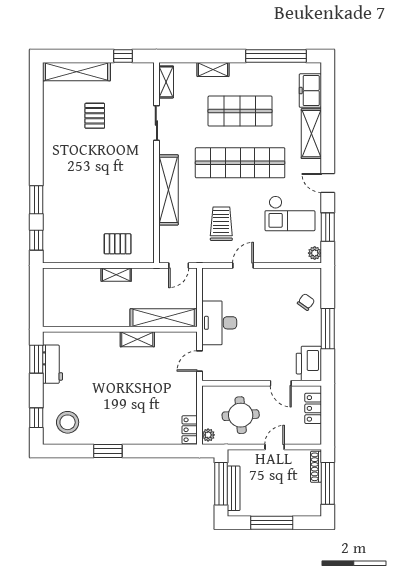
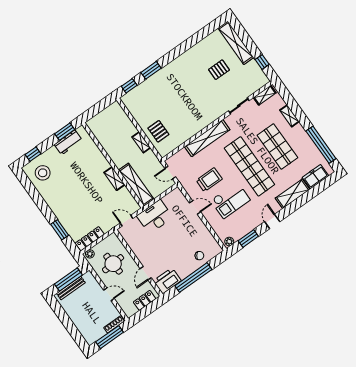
checkout: (290, 213) -> (230, 200), moved, turned -90
window: (328, 329) -> (193, 278), width x1.46
locker: (190, 430) -> (90, 239), width x1.53
window: (108, 451) -> (60, 230), moved
window: (272, 523) -> (67, 322), removed

